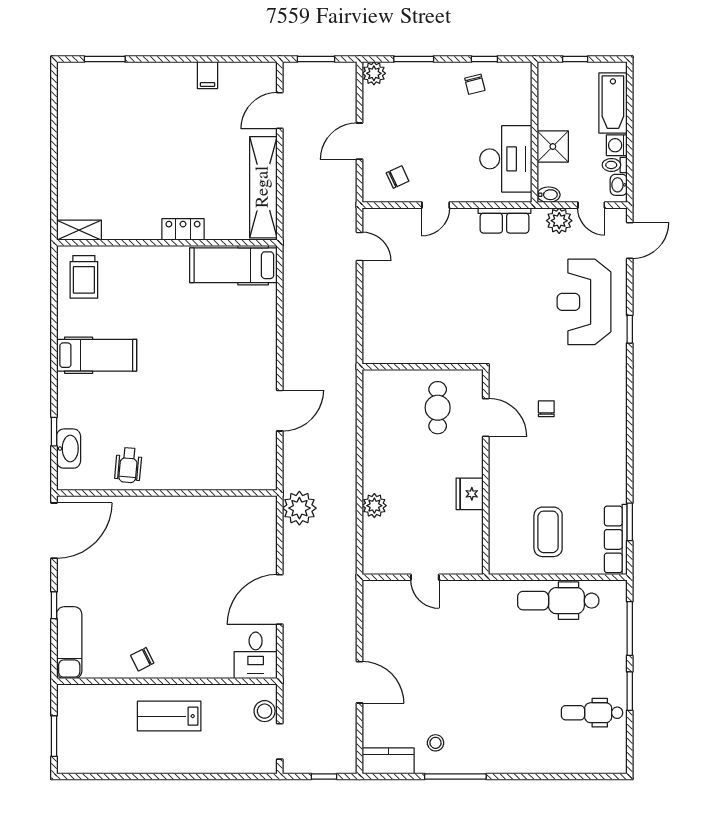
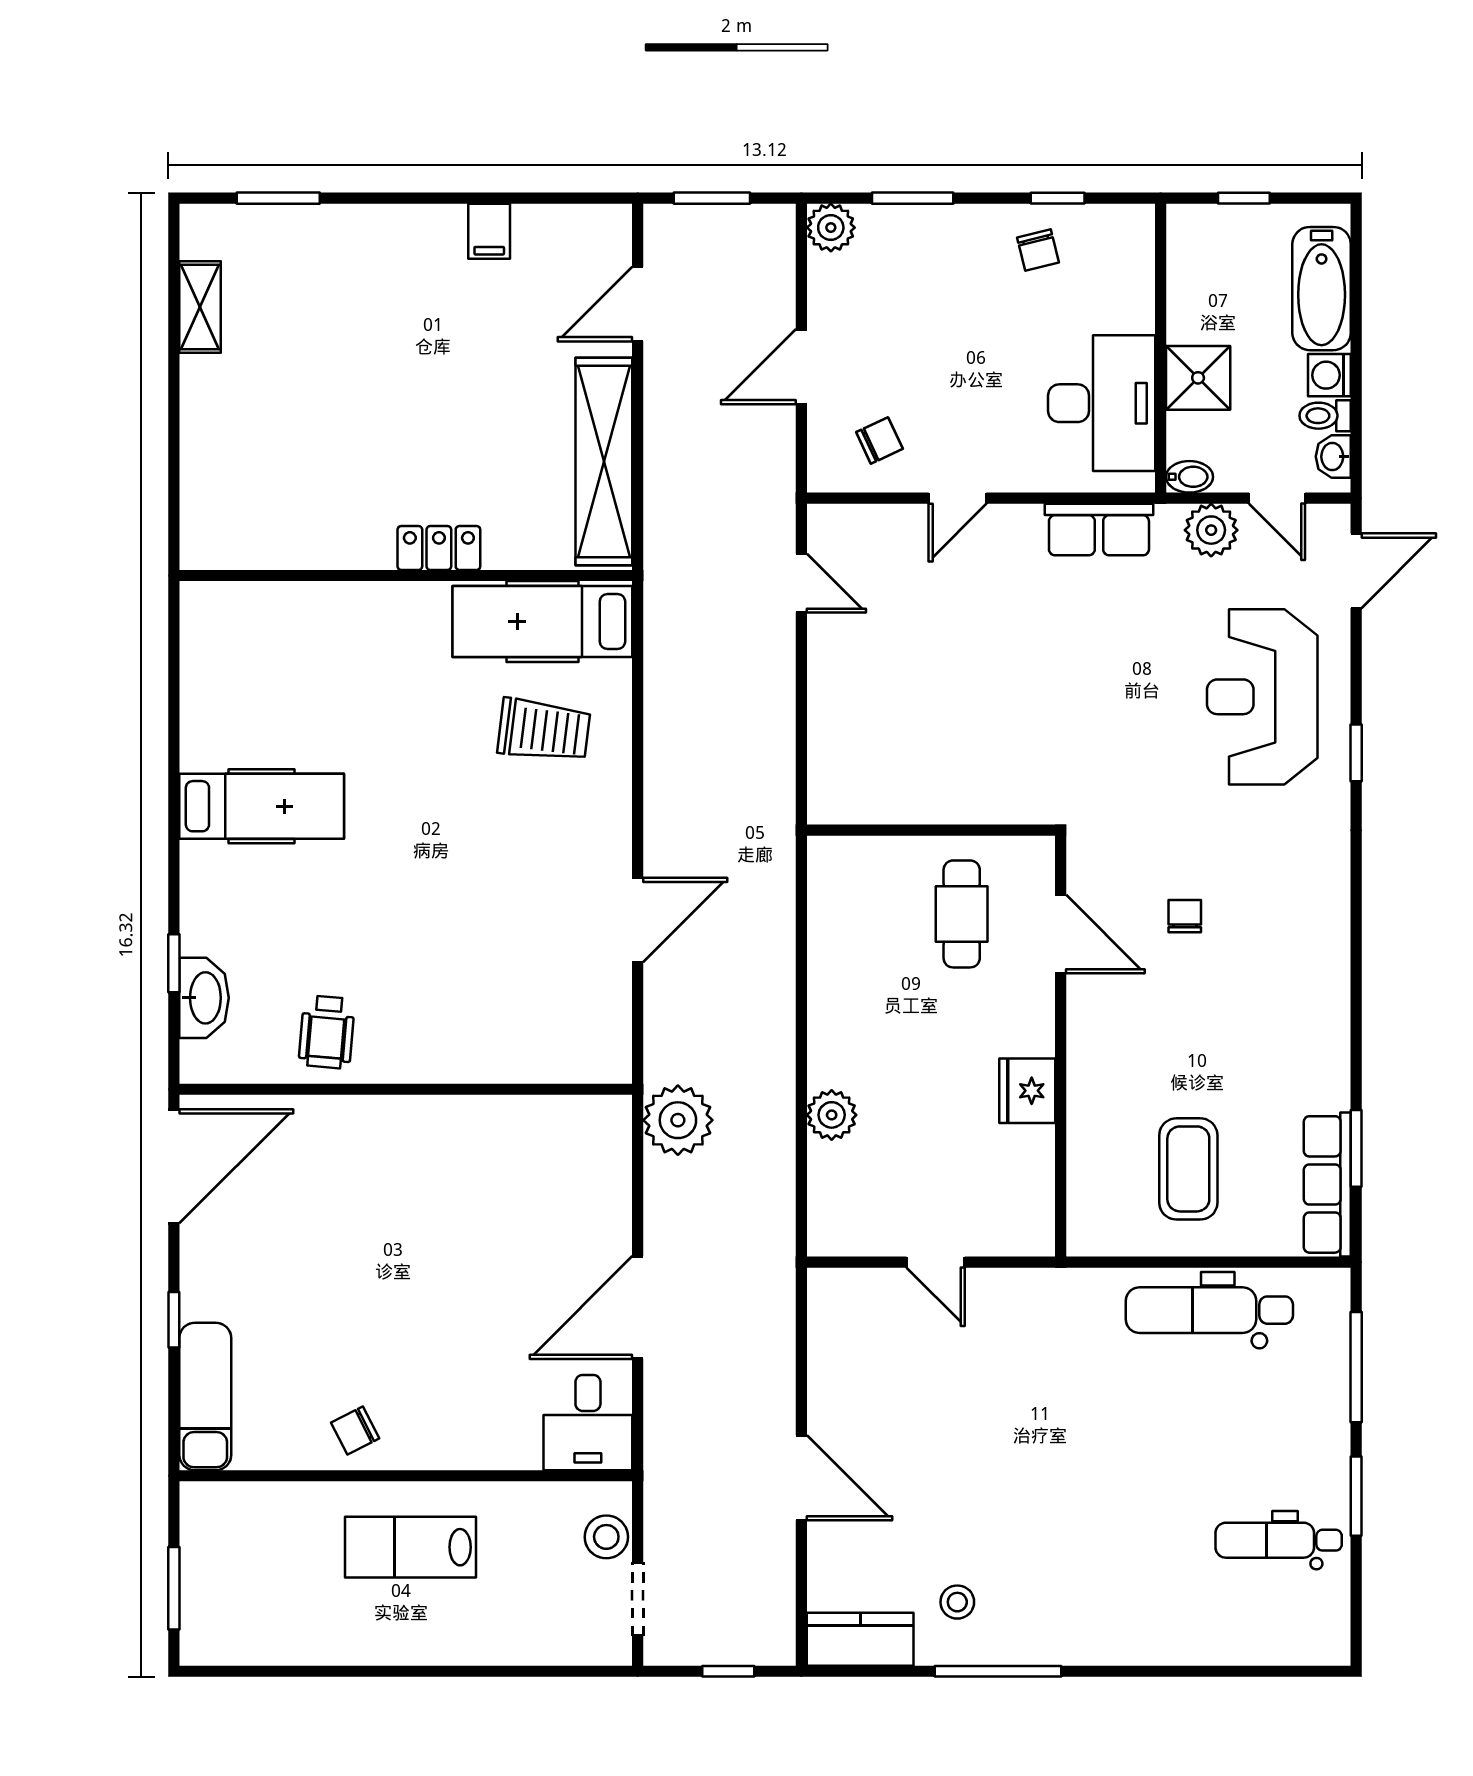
shelving: (79, 230) -> (200, 307), moved, turned 90
trolley: (84, 277) -> (544, 730), moved, turned -83

